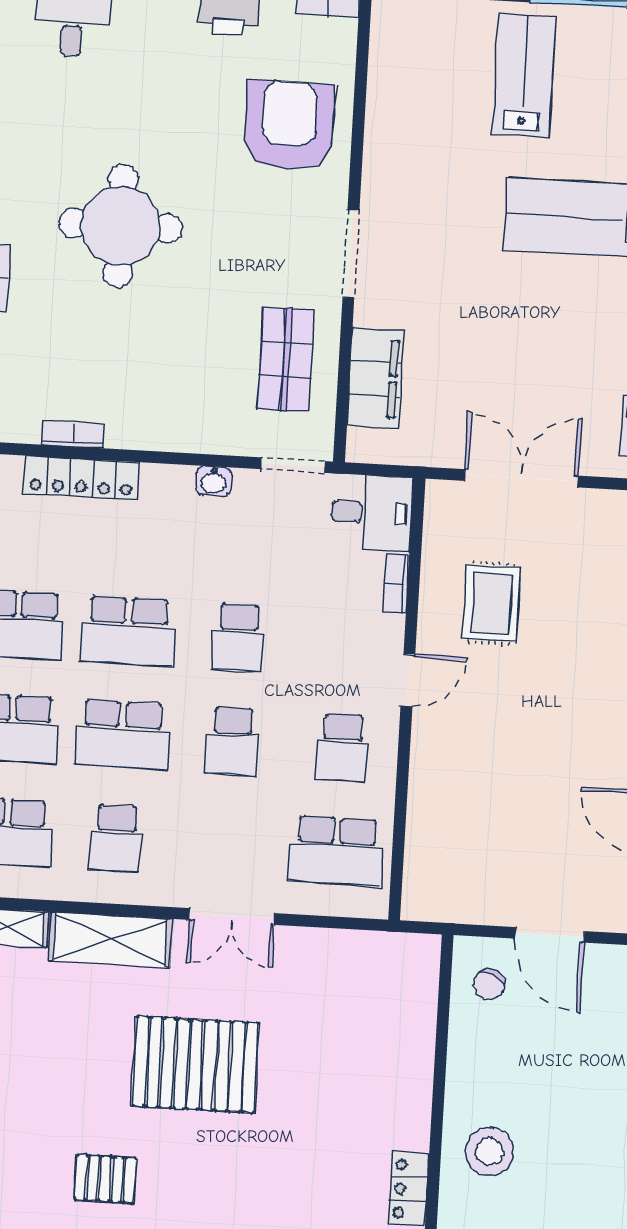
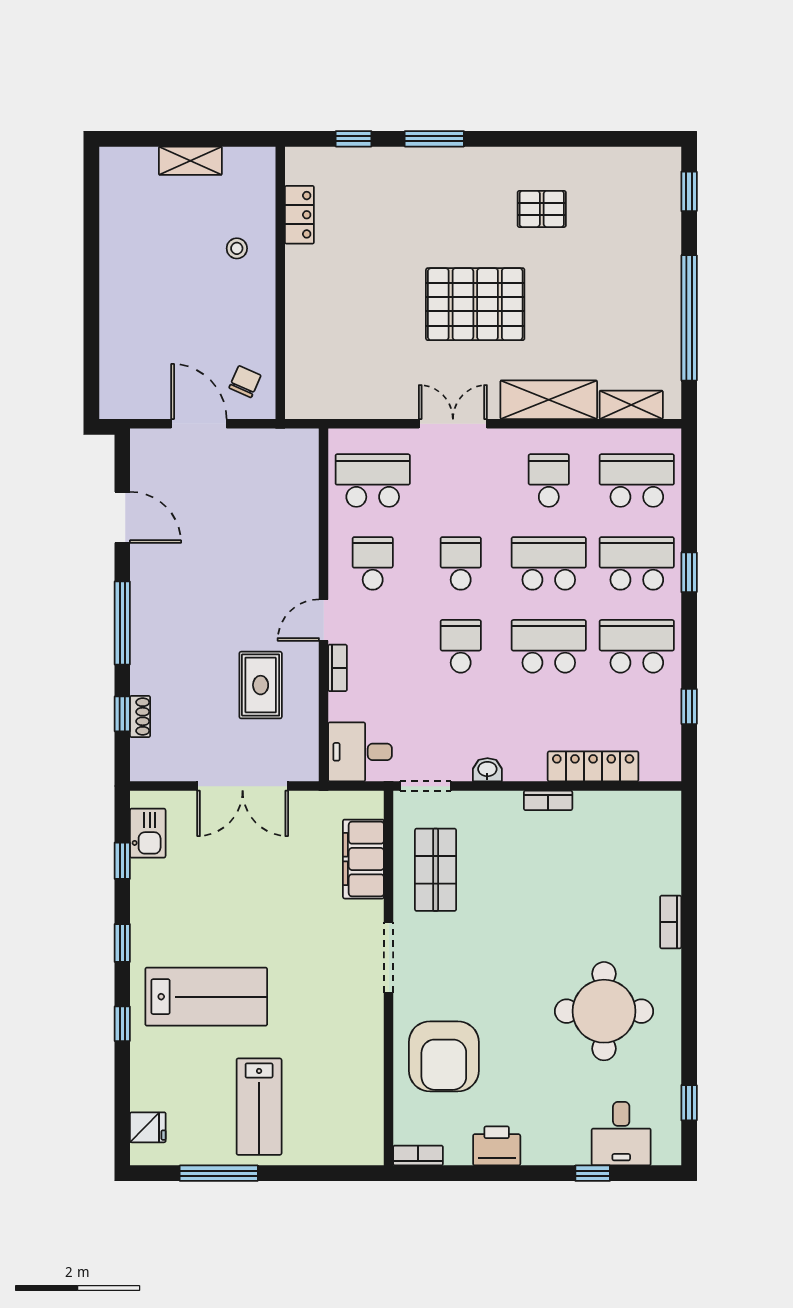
round table: (120, 226) -> (604, 1011), moved
bookcase: (73, 434) -> (548, 800), moved
bookcase: (396, 583) -> (338, 668), moved
stool: (490, 1151) -> (237, 248), width x0.53, depth x0.53

